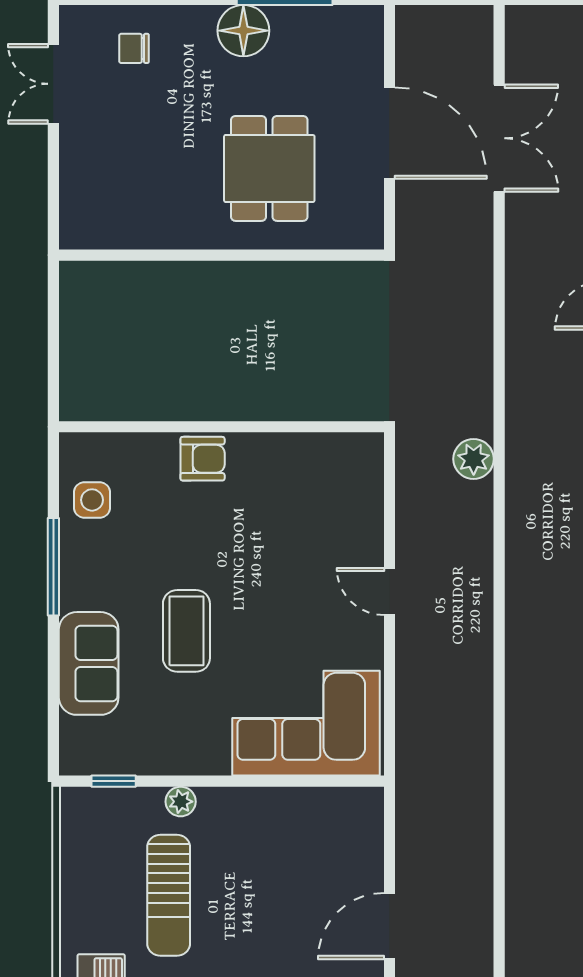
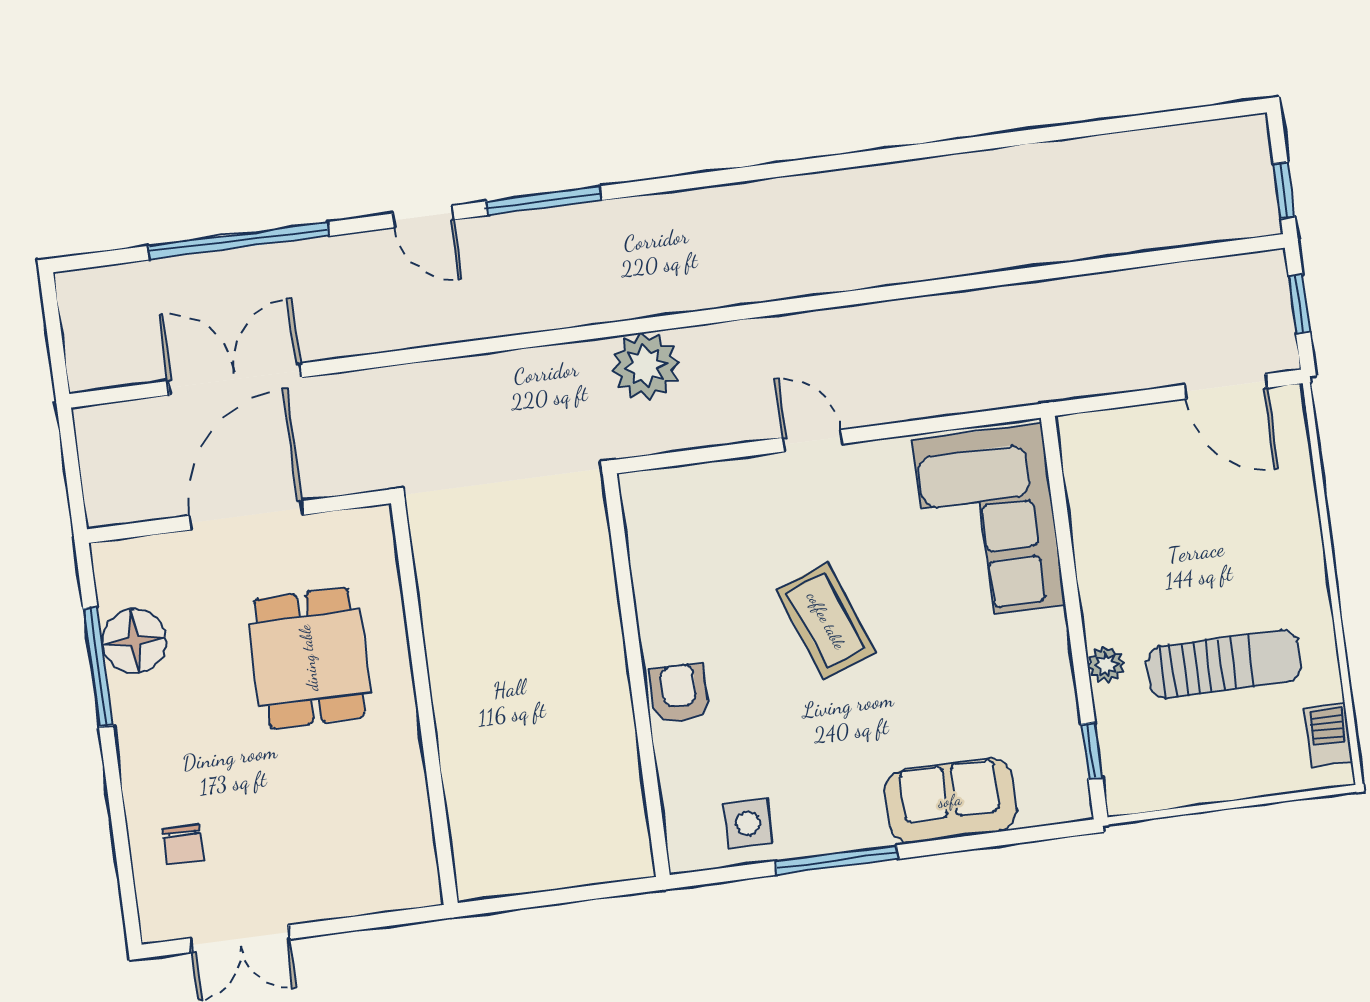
floor lamp: (243, 31) -> (134, 641), moved
dining table: (269, 168) -> (309, 658), turned 90
plant: (474, 459) -> (645, 366), width x1.36, depth x1.36
door: (389, 591) -> (813, 441), swing flipped
coffee table: (186, 631) -> (826, 621), moved, turned 69

